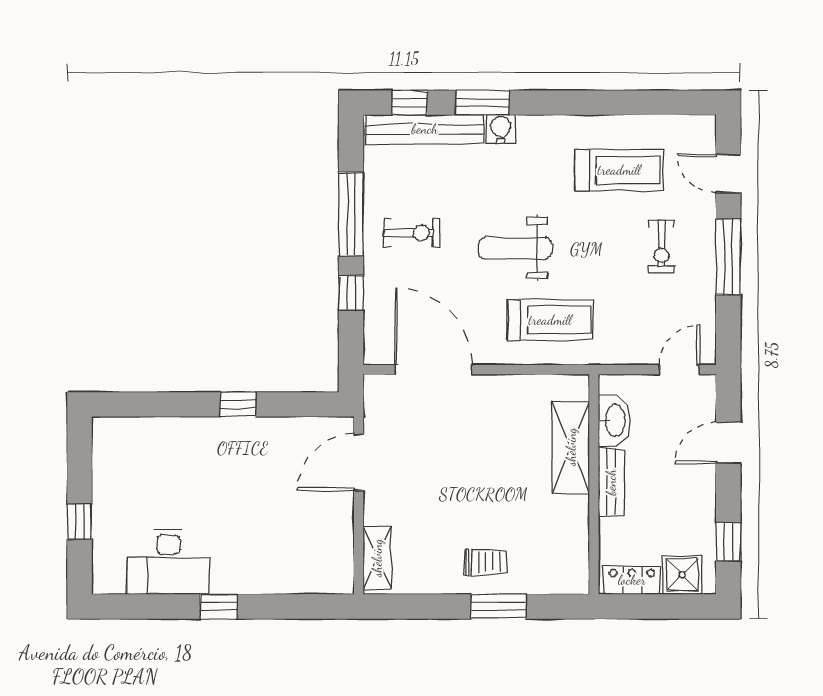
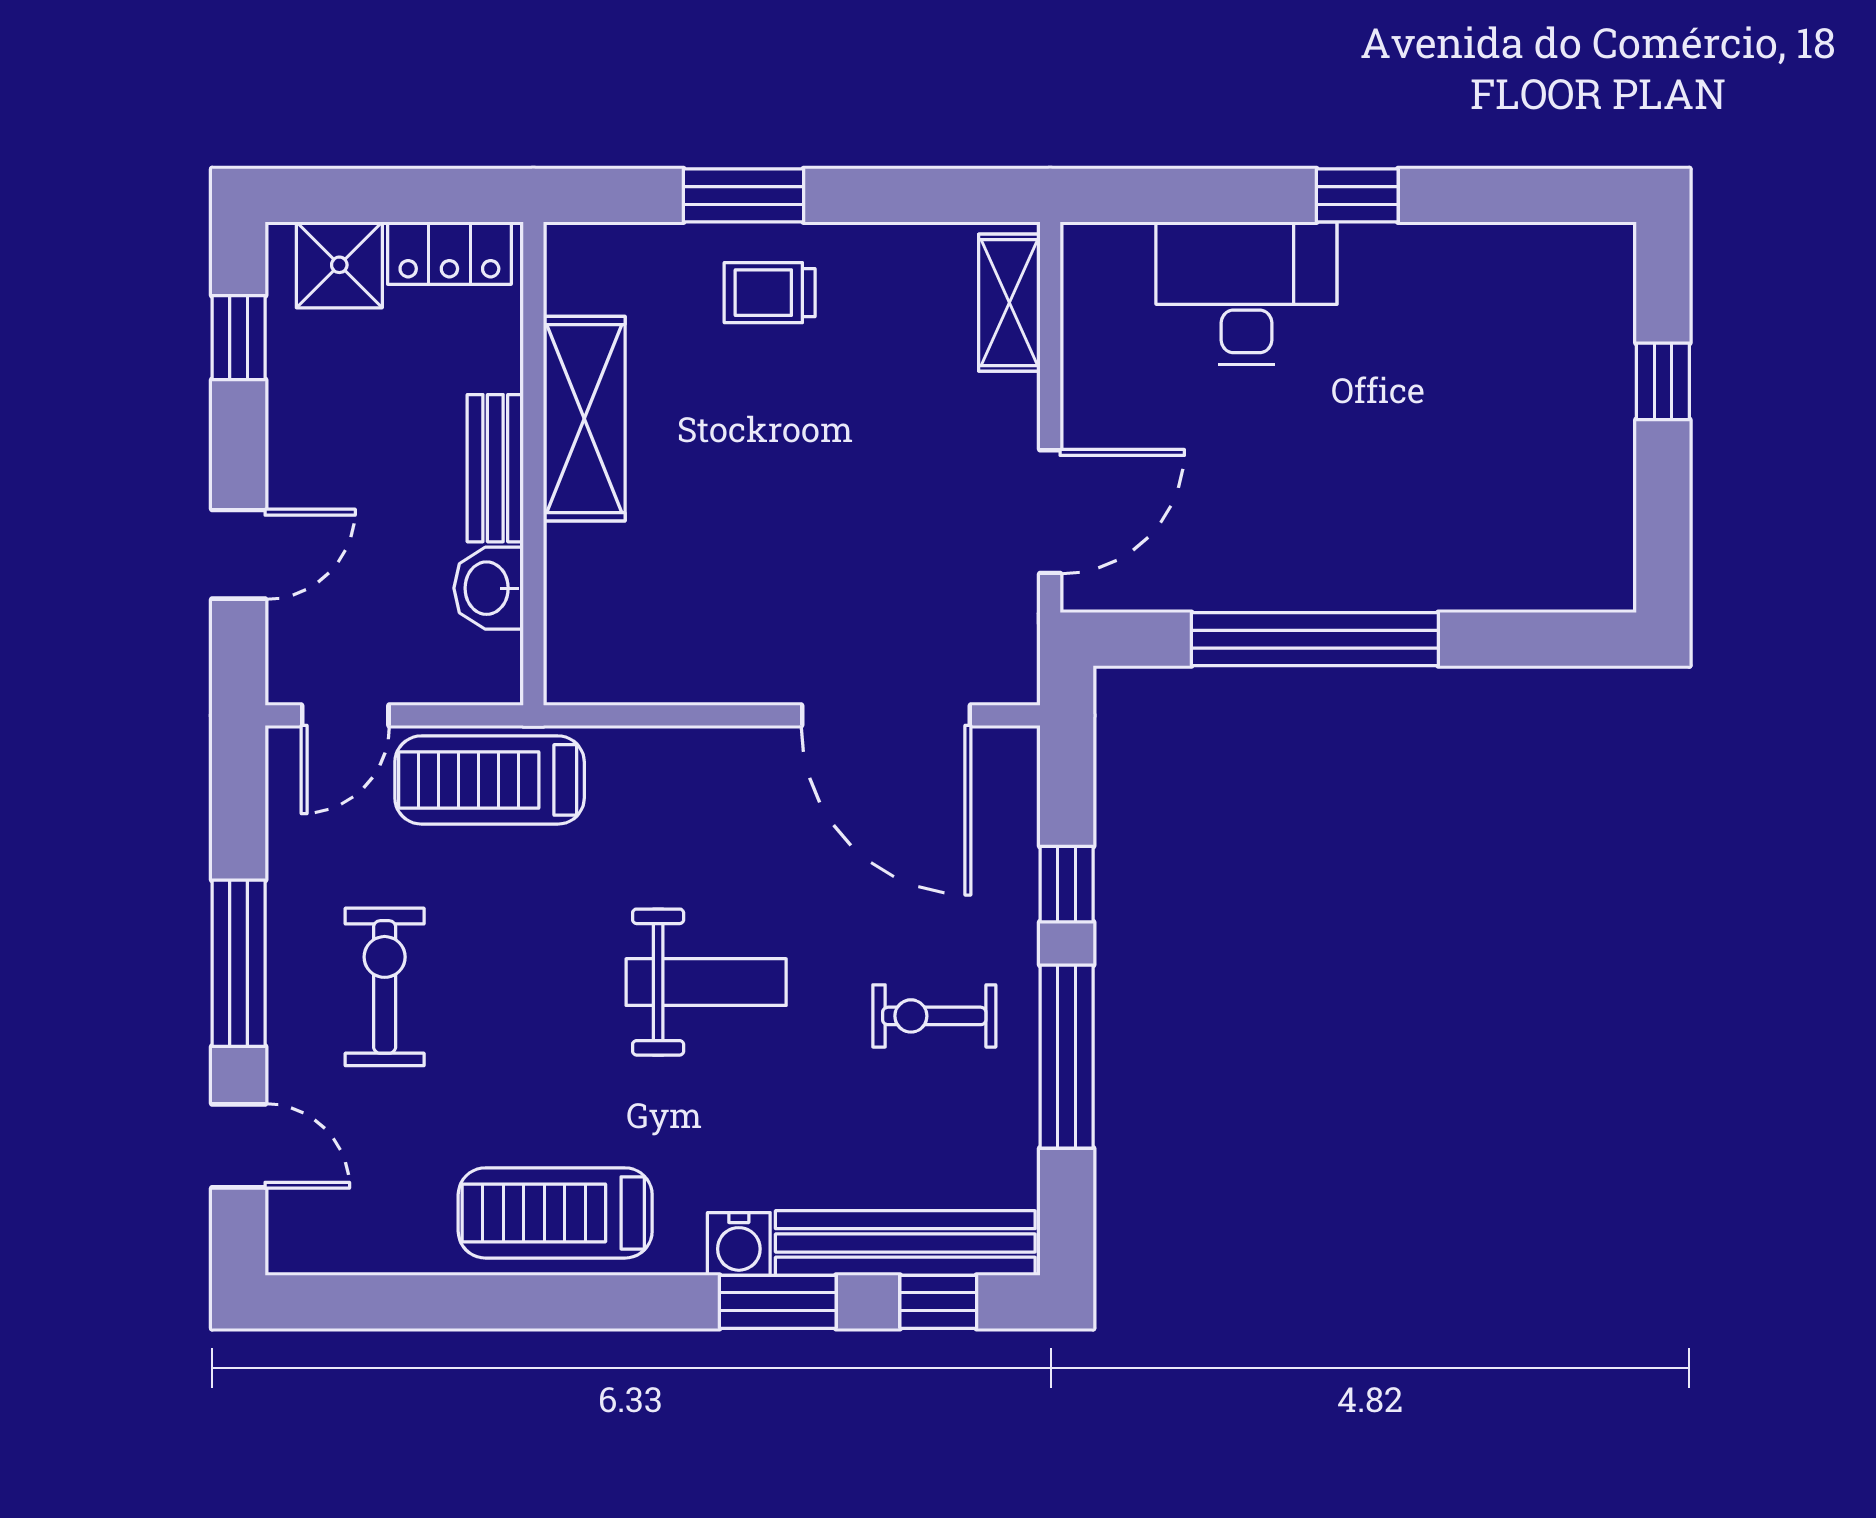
treadmill: (619, 170) -> (555, 1213), moved
exercise bike: (662, 246) -> (385, 987), width x1.38, depth x1.39
treadmill: (550, 320) -> (490, 780), moved
window: (238, 404) -> (1315, 639), width x3.17
washbasin: (614, 420) -> (489, 588), width x0.72
shelving: (571, 447) -> (584, 419), moved
desk: (168, 562) -> (1246, 293), moved

